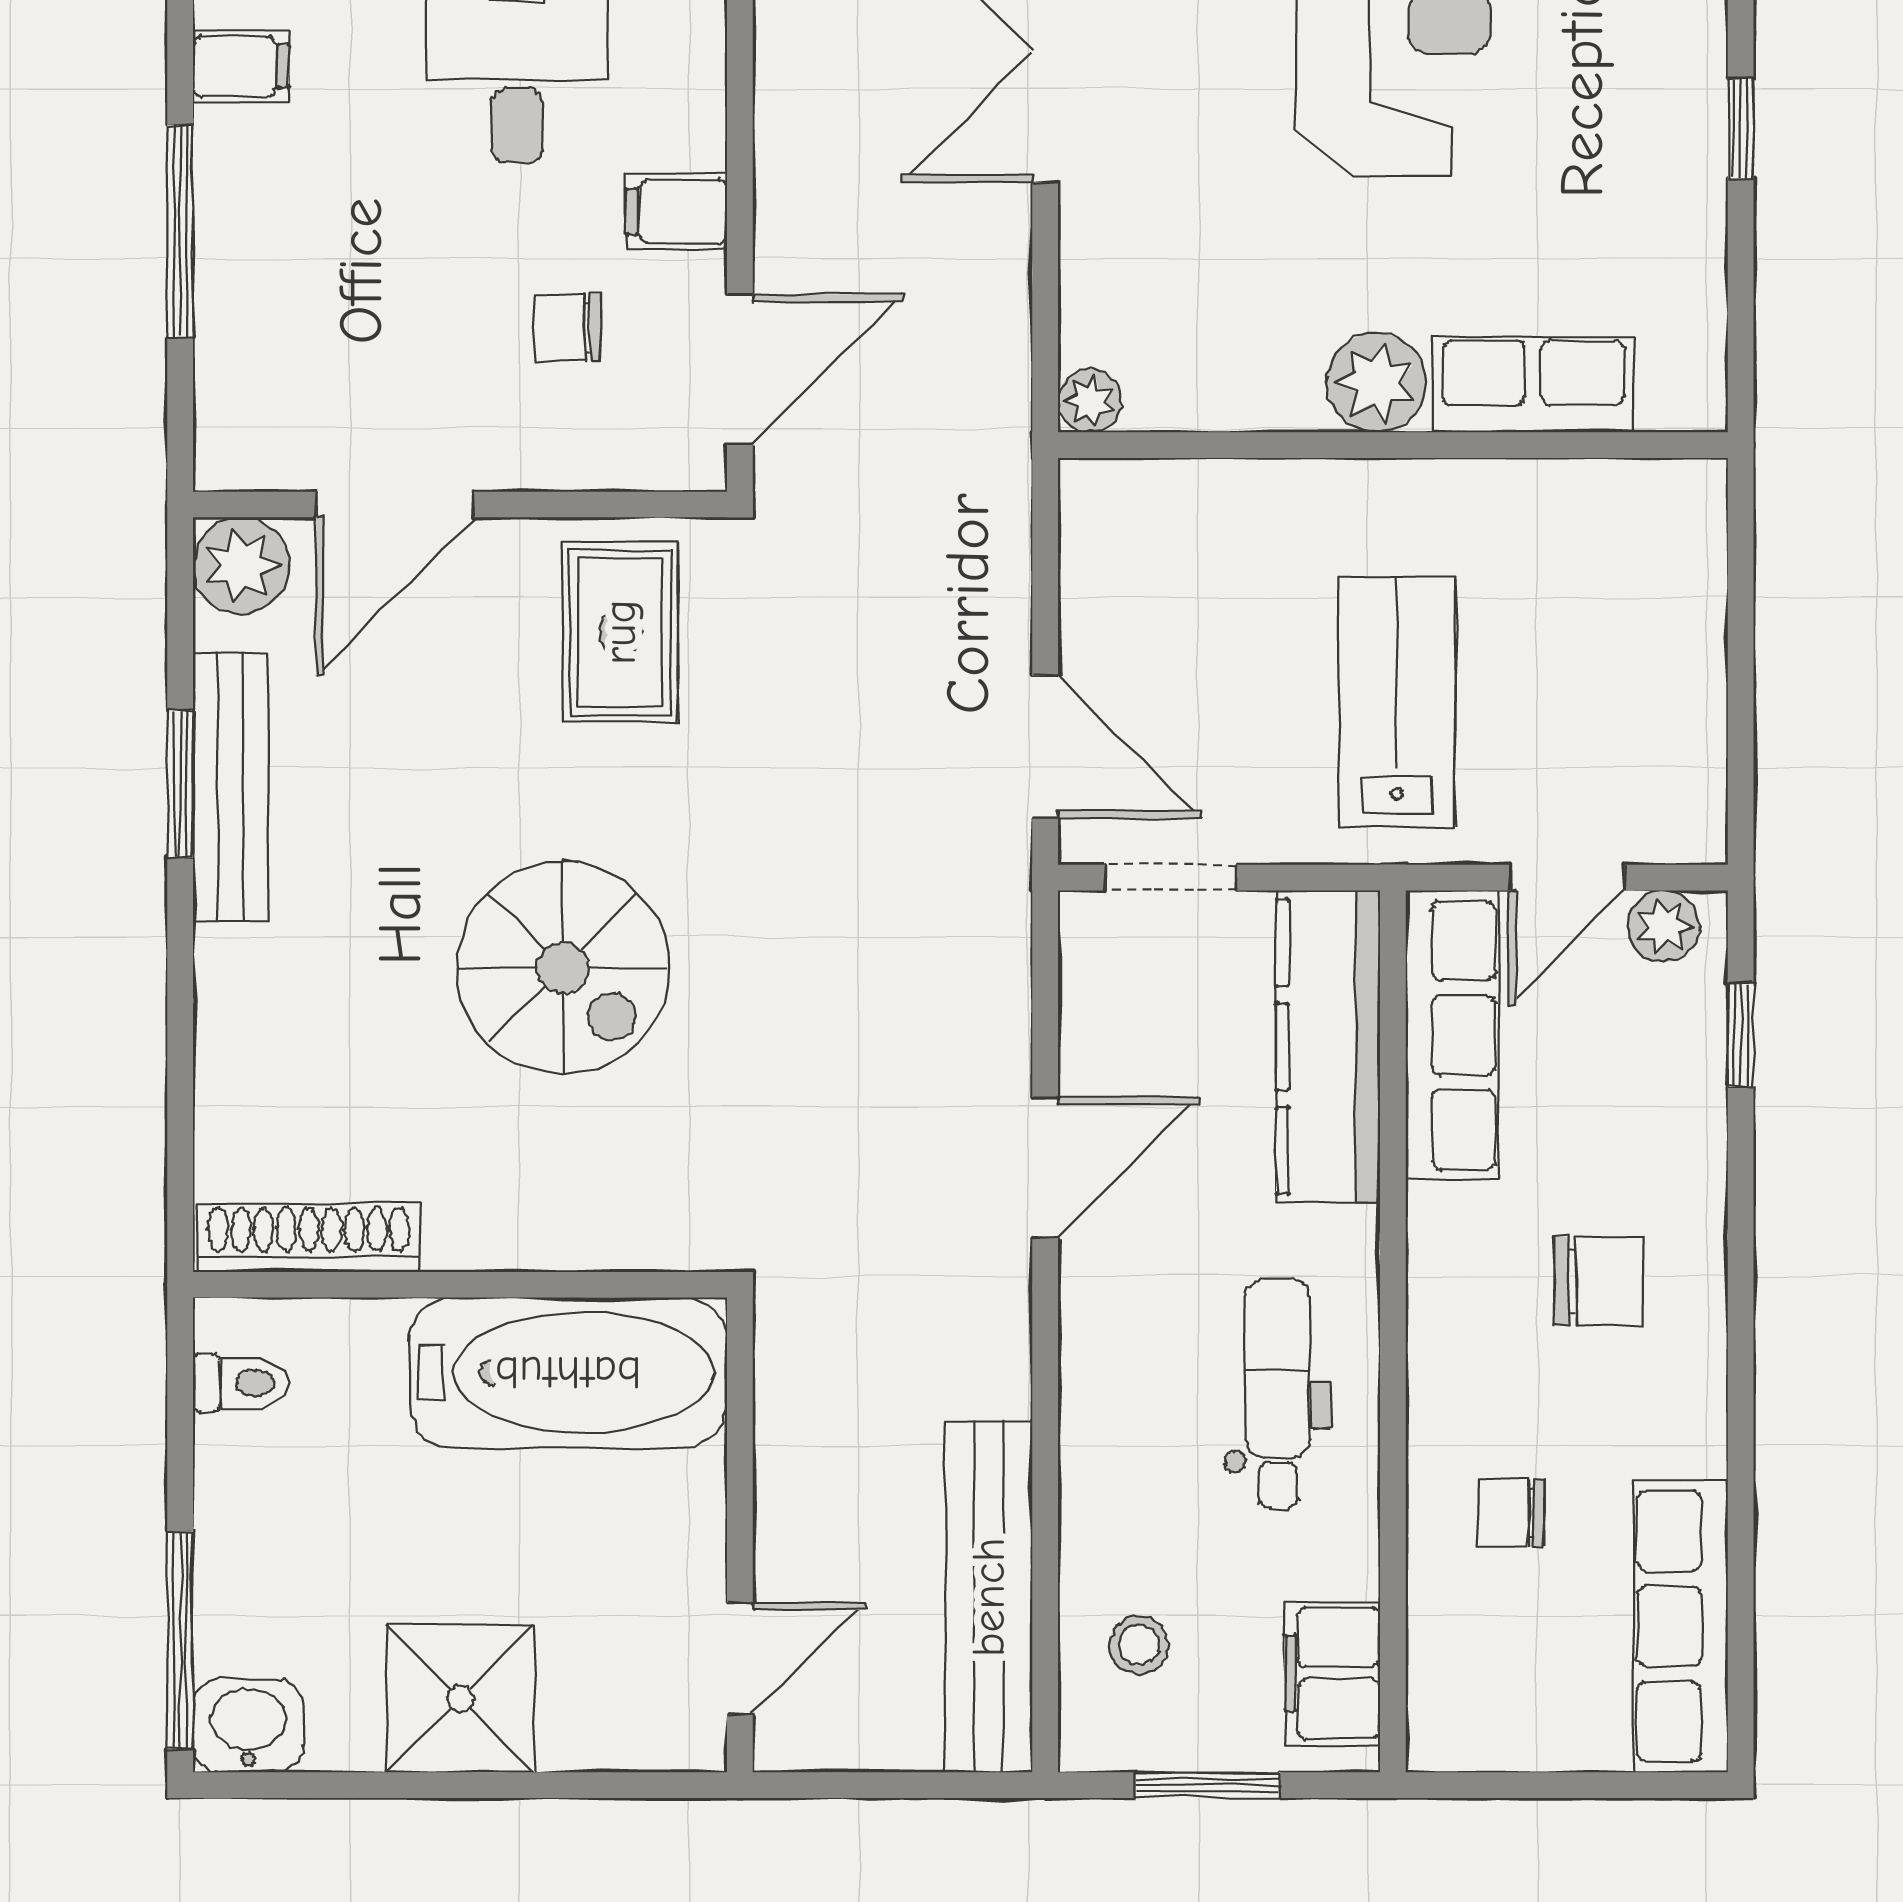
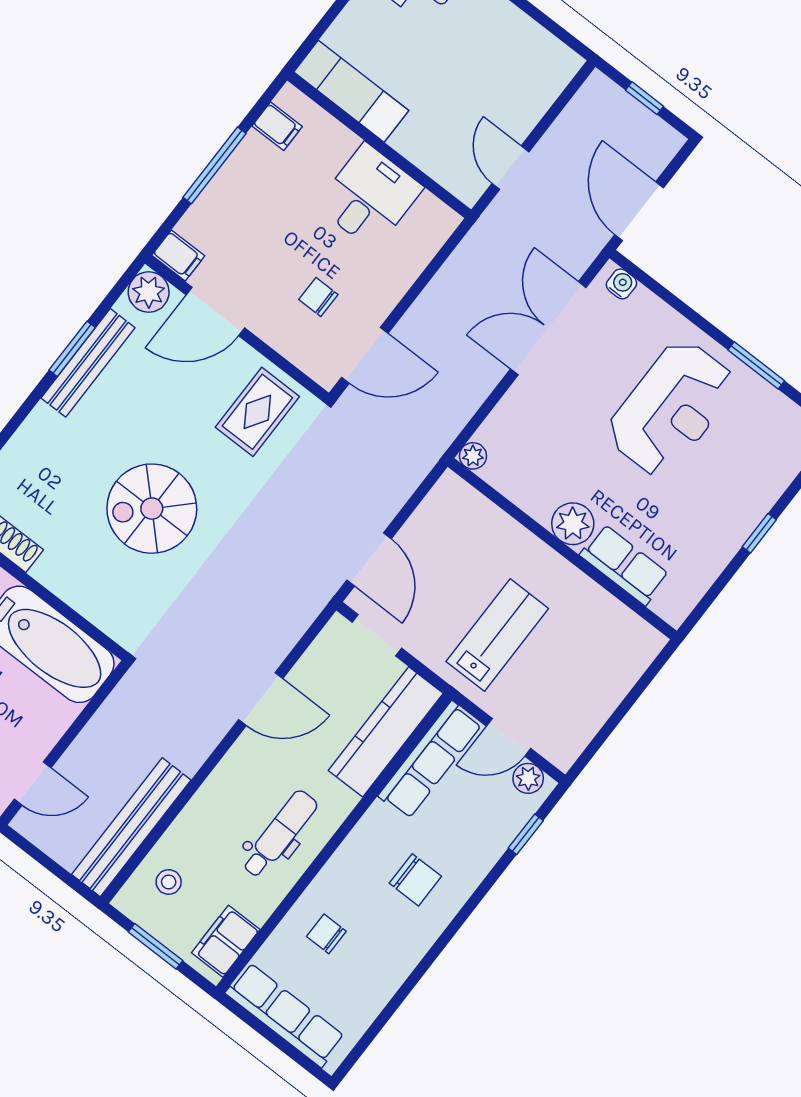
filing cabinet: (676, 211) -> (178, 256), moved, turned 180
spiral stairs: (563, 968) -> (152, 509), turned 90
row of seats: (1681, 1626) -> (285, 1015), moved, turned 90

